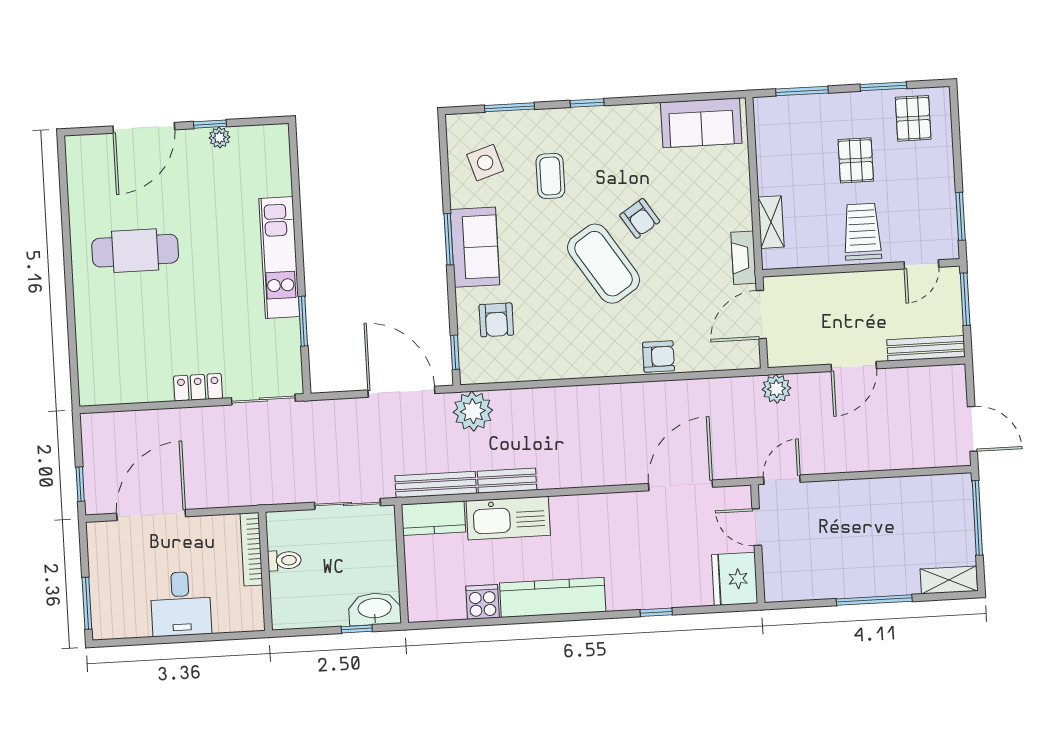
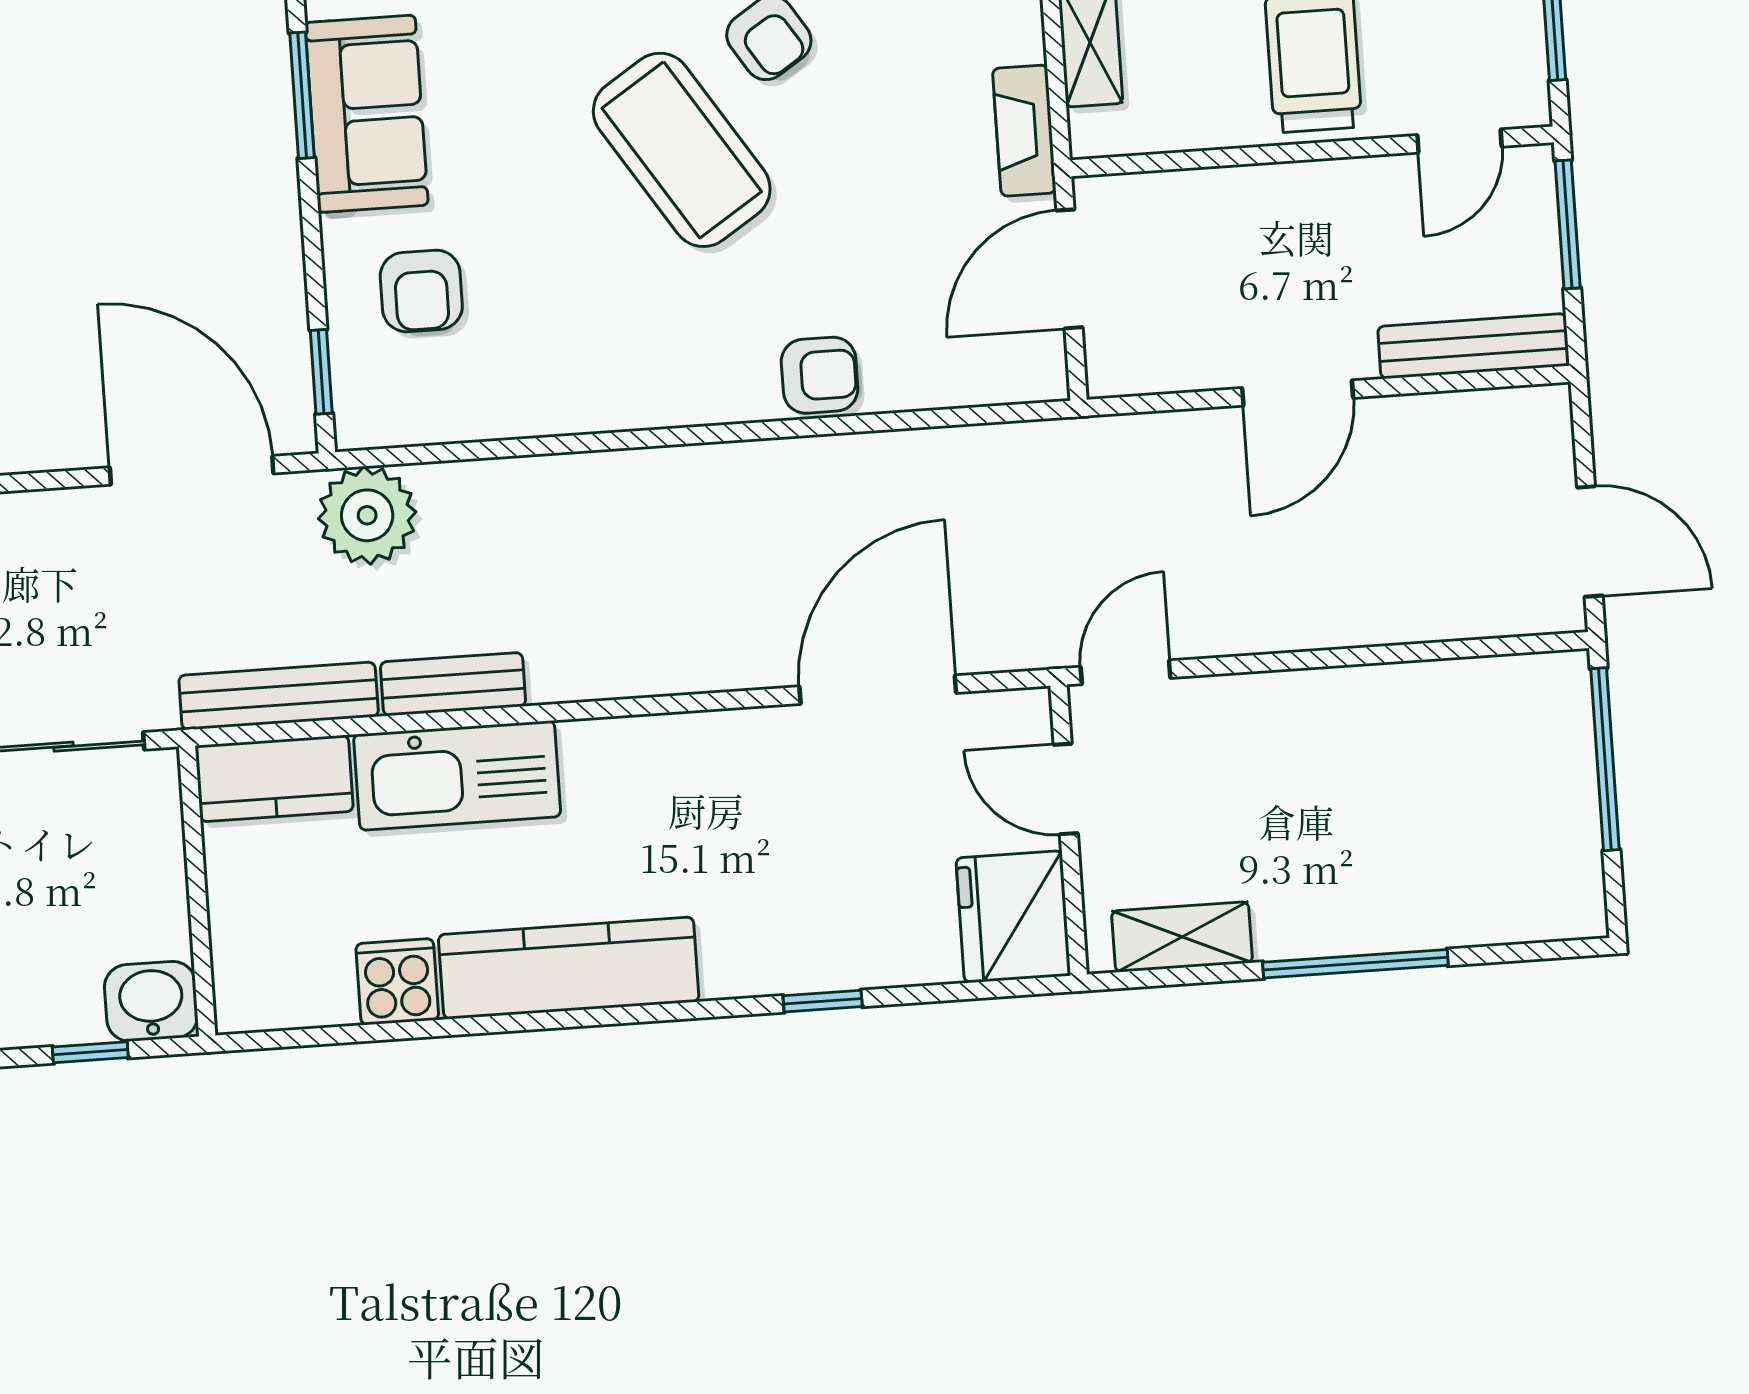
plant: (776, 389) -> (1109, 450), removed
shelving: (949, 580) -> (1182, 937), moved
washbasin: (375, 609) -> (151, 1001), width x0.72

